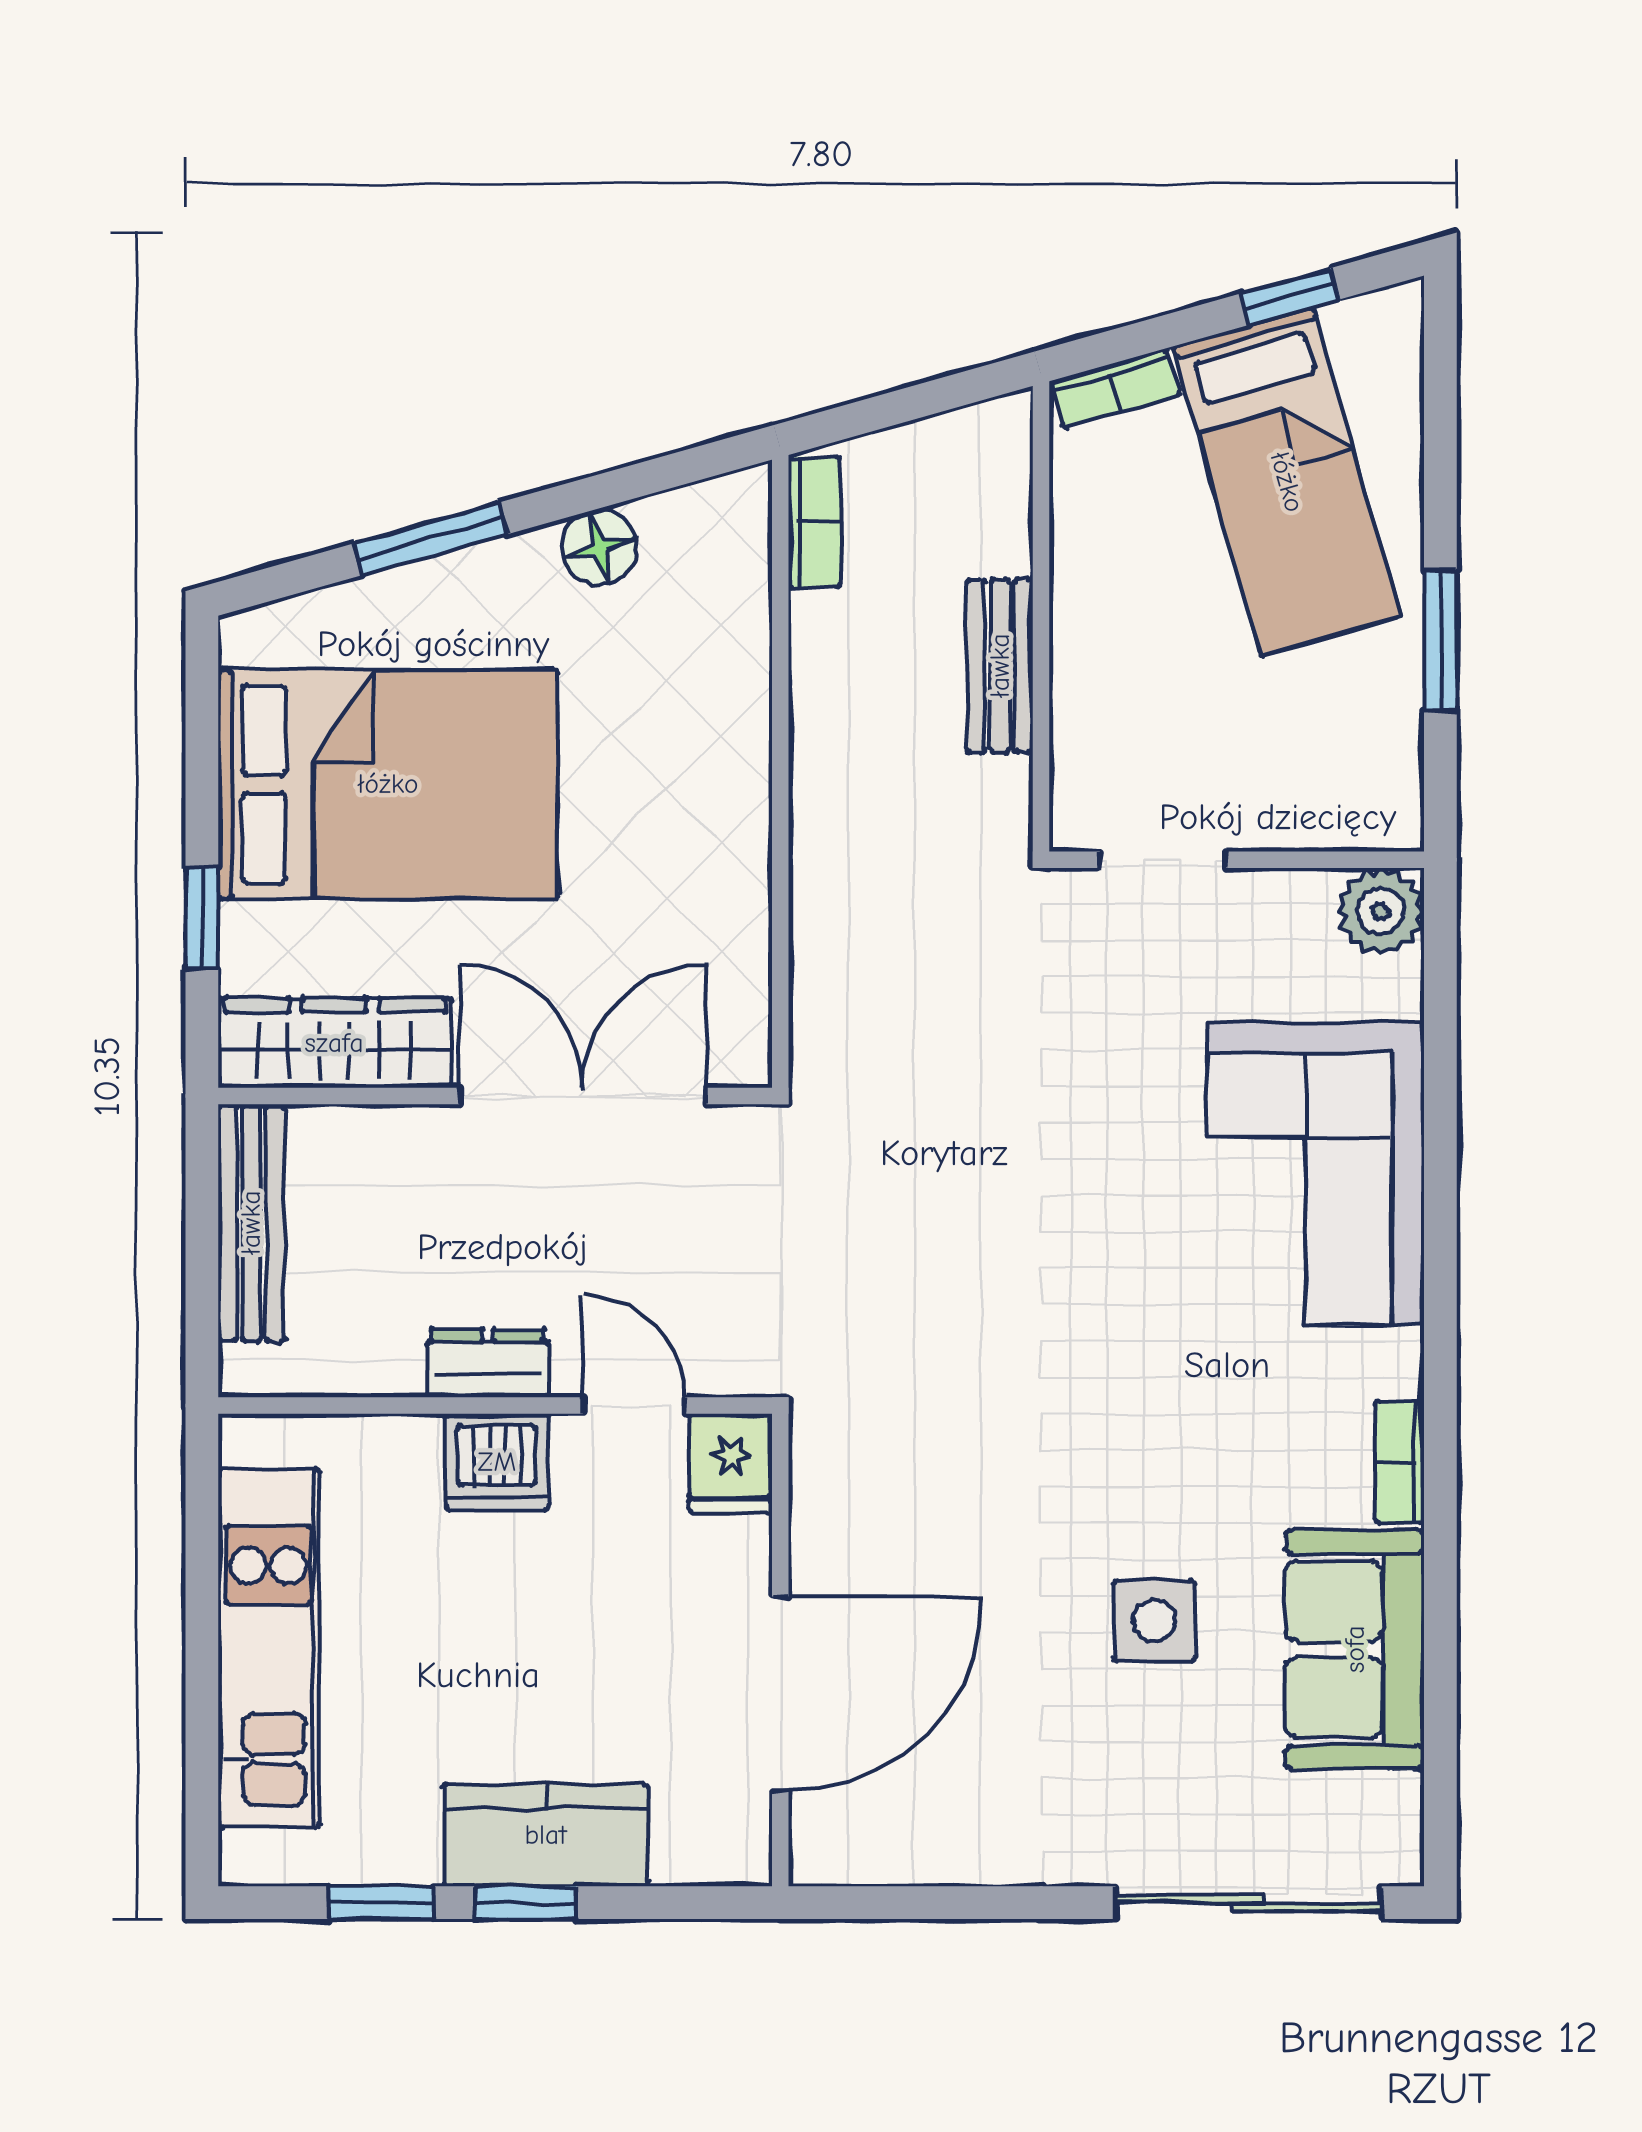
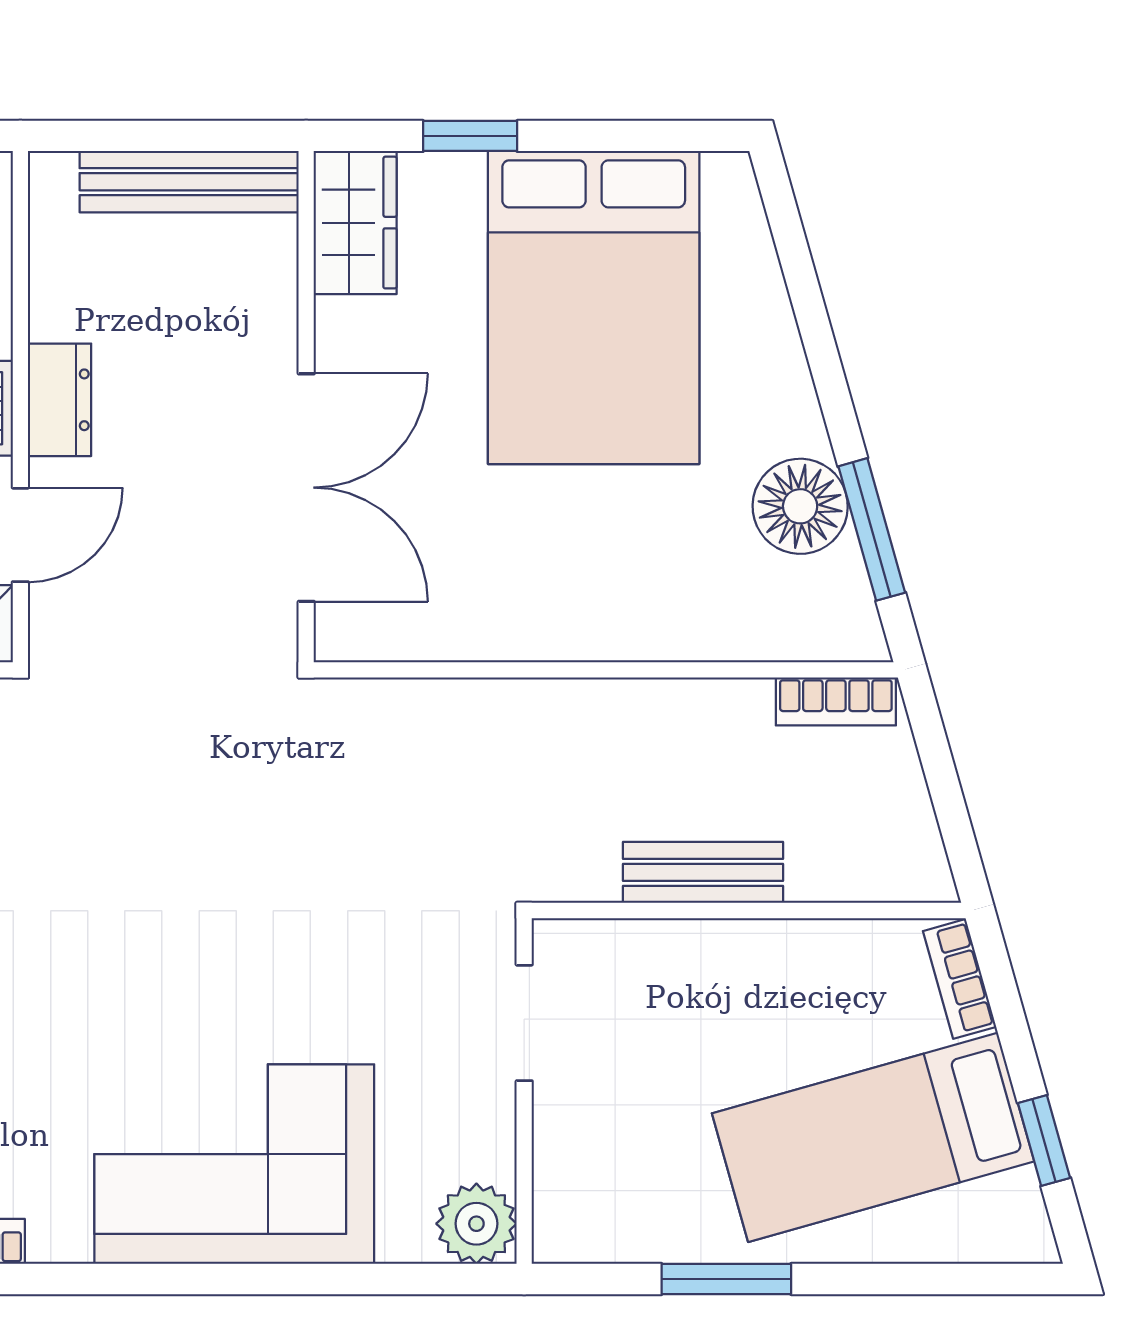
window: (430, 539) -> (872, 529), moved
floor lamp: (599, 547) -> (800, 506), width x1.38, depth x1.38
wardrobe: (334, 1043) -> (355, 223), width x0.67

